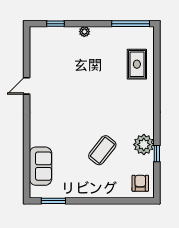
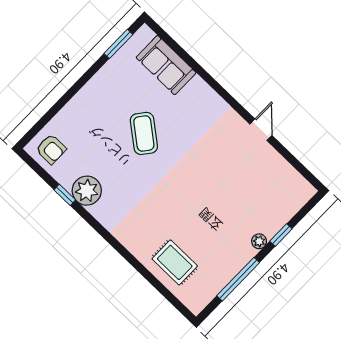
window: (55, 24) -> (281, 235), moved
window: (131, 24) -> (238, 279), moved
coffee table: (102, 150) -> (144, 133), moved

